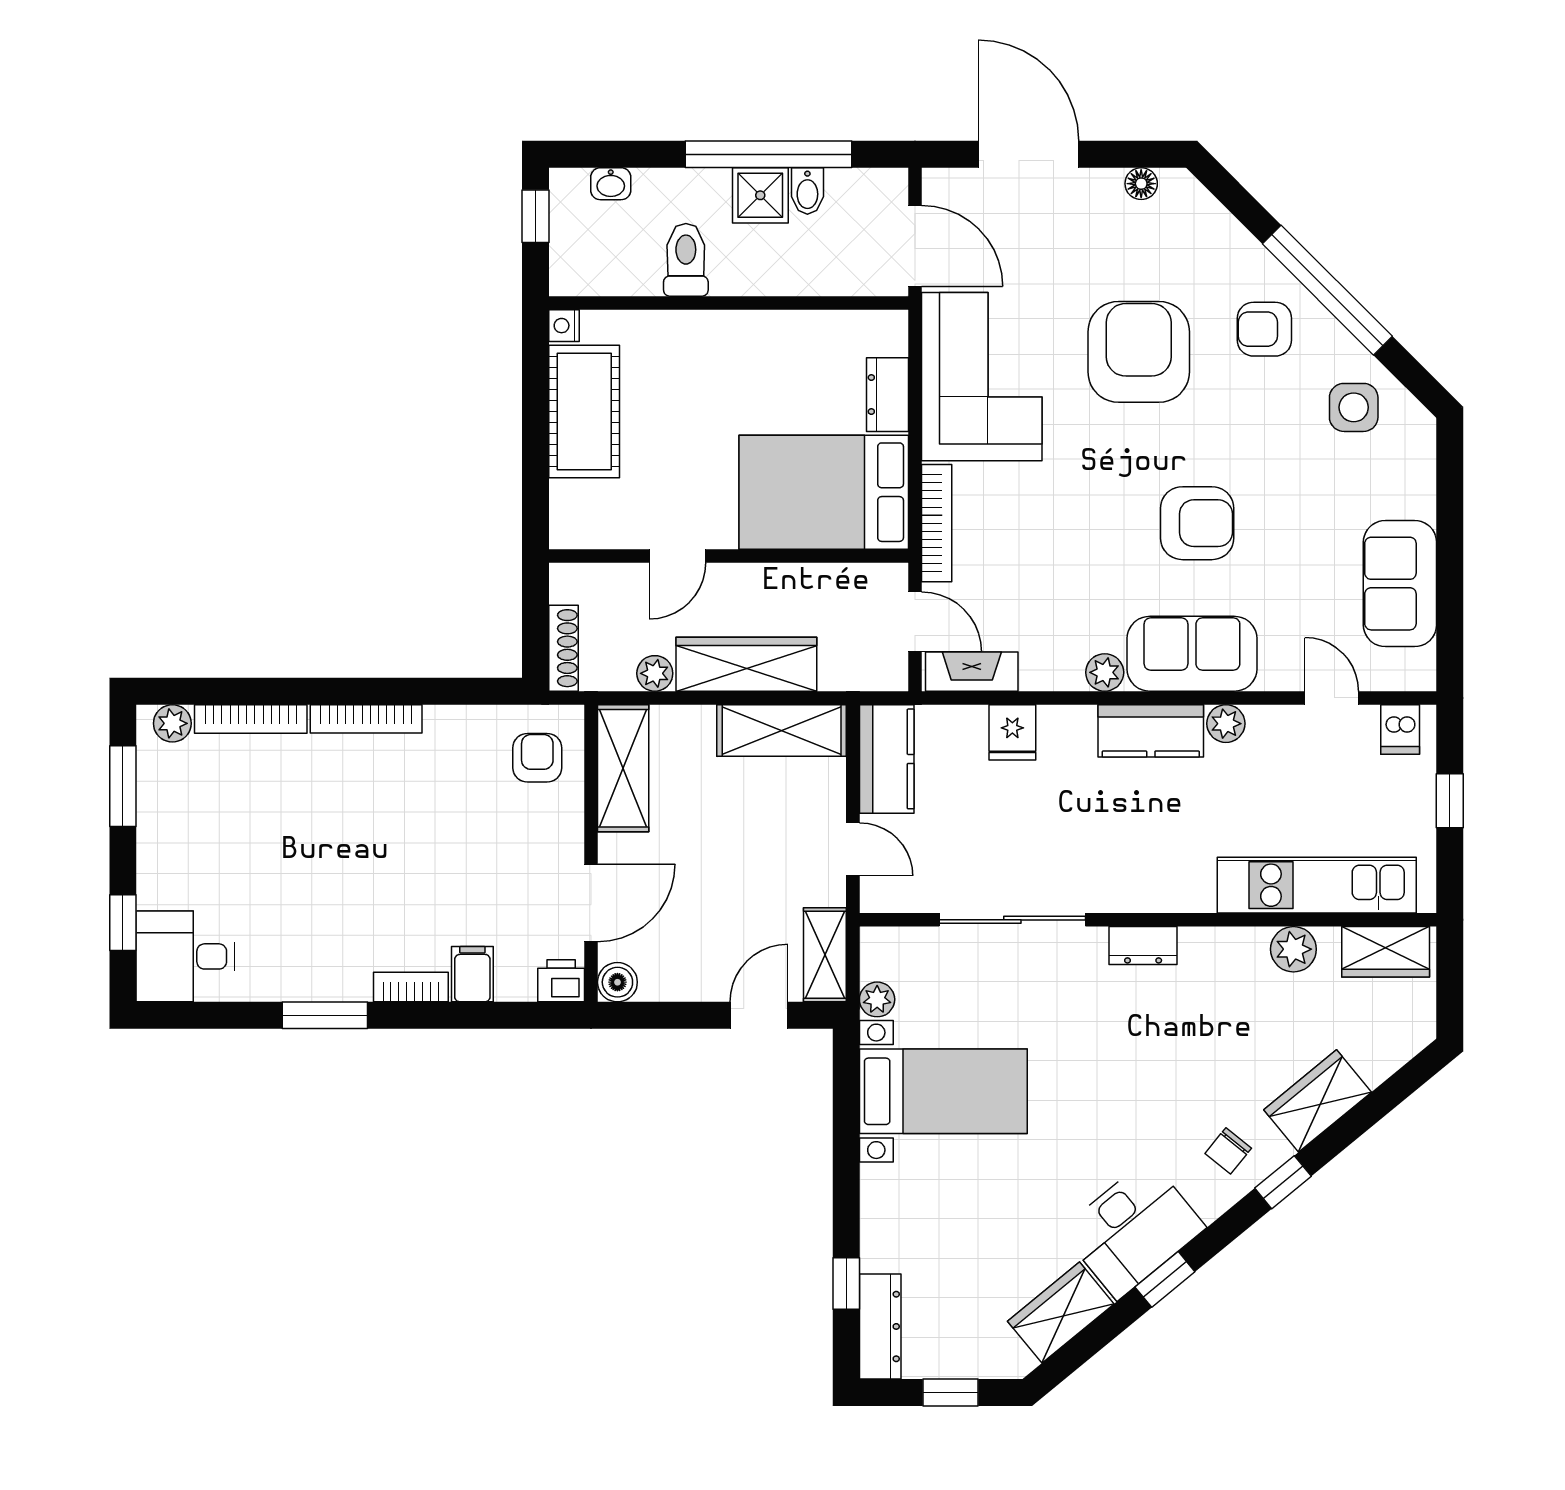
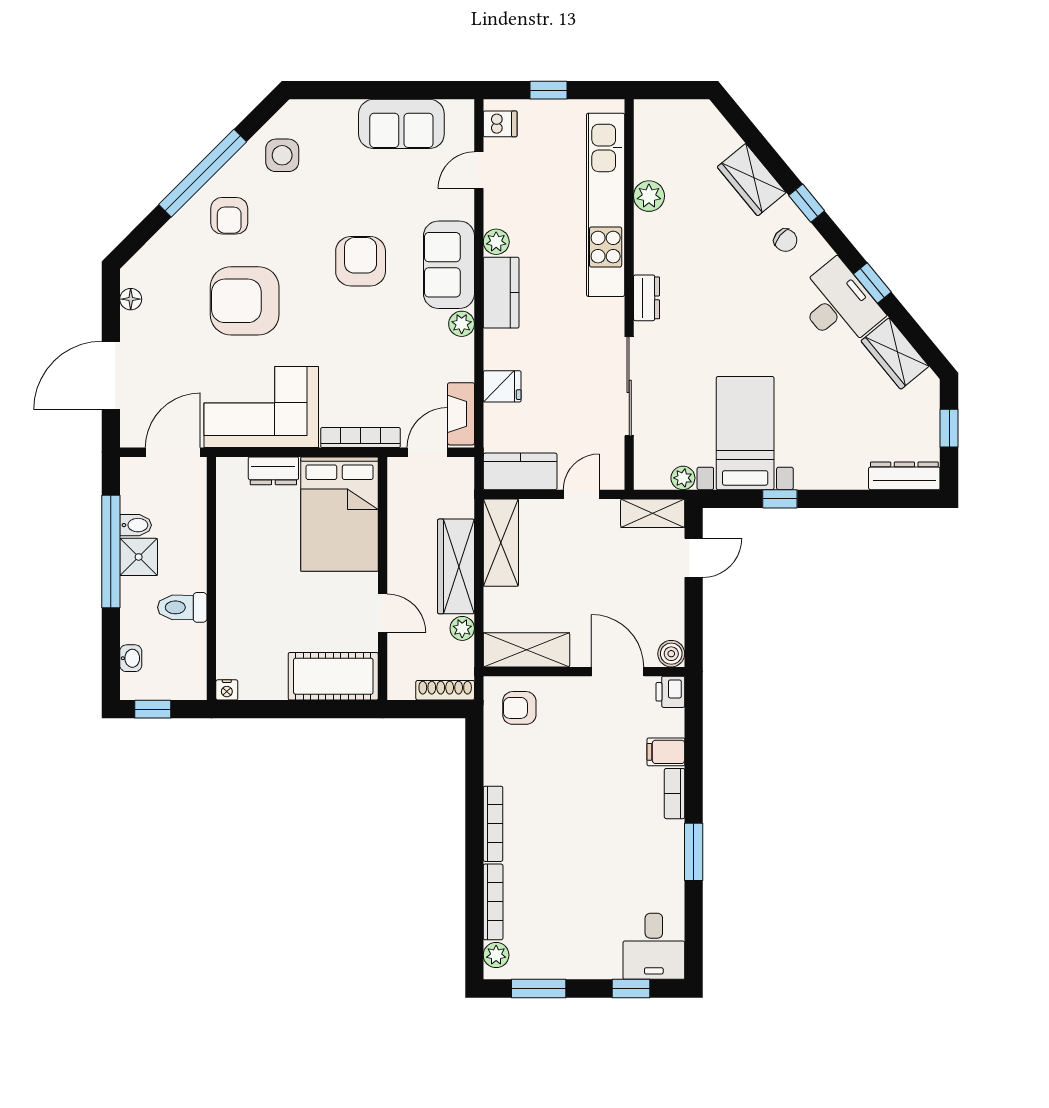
cot: (584, 411) -> (333, 676), moved
kitchen unit: (1317, 885) -> (606, 205), width x1.36
wardrobe: (1386, 952) -> (651, 134), removed
door: (759, 1015) -> (694, 558), swing flipped
window: (846, 1283) -> (780, 499), moved

